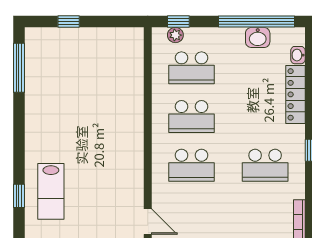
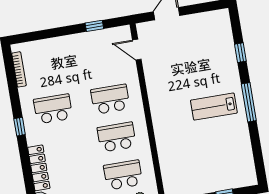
window: (19, 68) -> (249, 102), moved
lab bench: (51, 191) -> (214, 107), moved, turned -90

